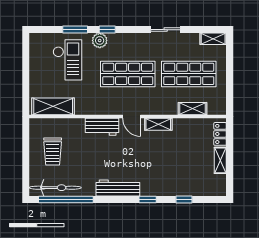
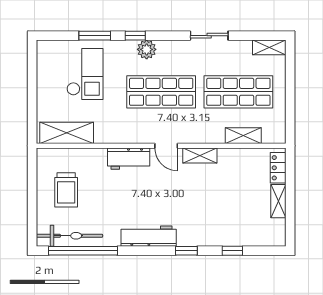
plant: (100, 40) -> (147, 49), moved

